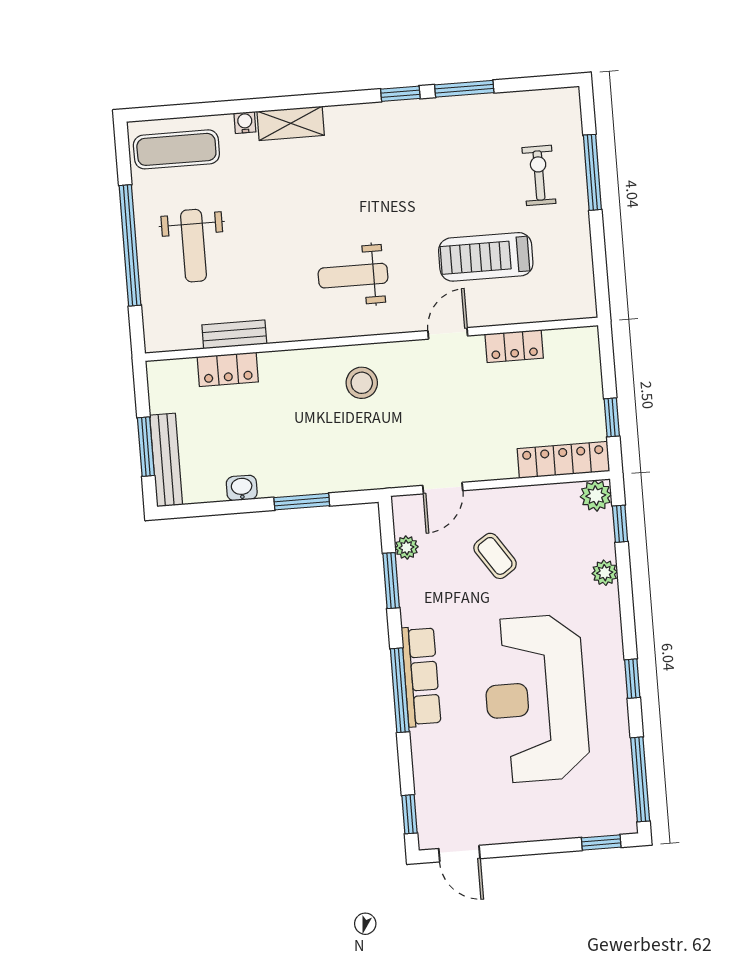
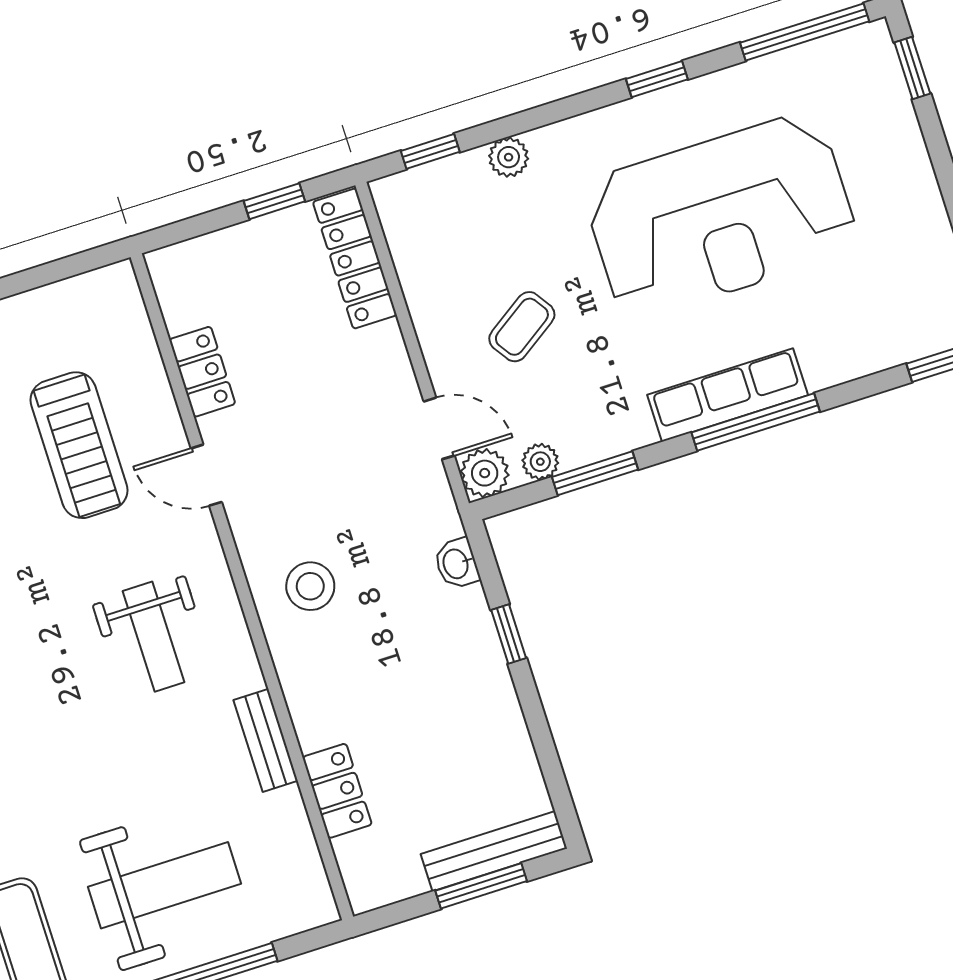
weight bench: (193, 246) -> (164, 885), width x1.36, depth x1.33
bench: (234, 334) -> (266, 740), moved
washbasin: (242, 488) -> (457, 564), moved
plant: (596, 496) -> (485, 473), moved
window: (302, 502) -> (509, 634), width x0.67

